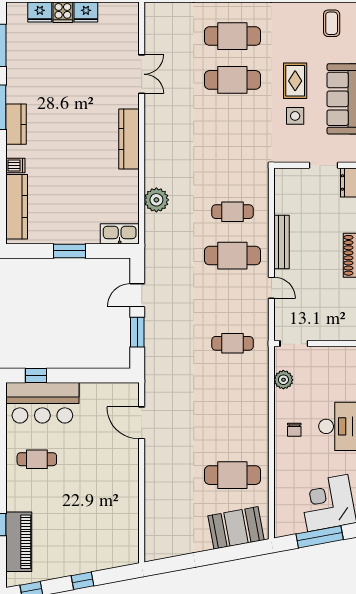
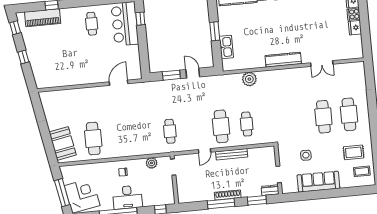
rug: (295, 81) -> (354, 152), moved
kitchen sink: (120, 234) -> (226, 47), moved

